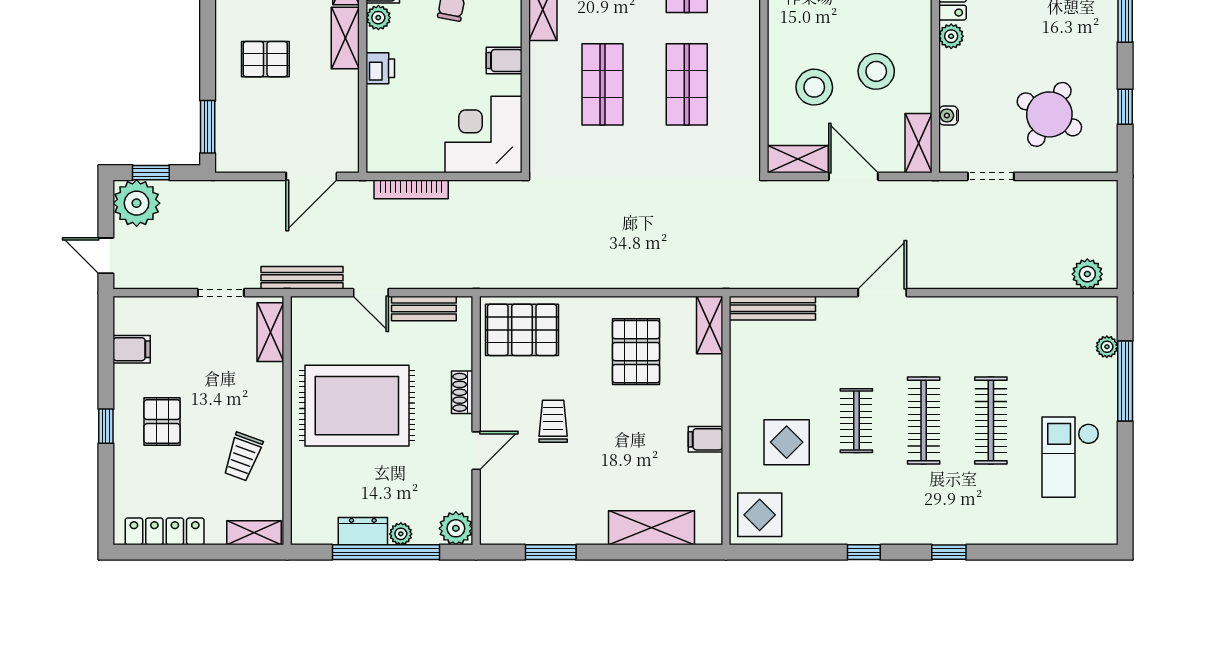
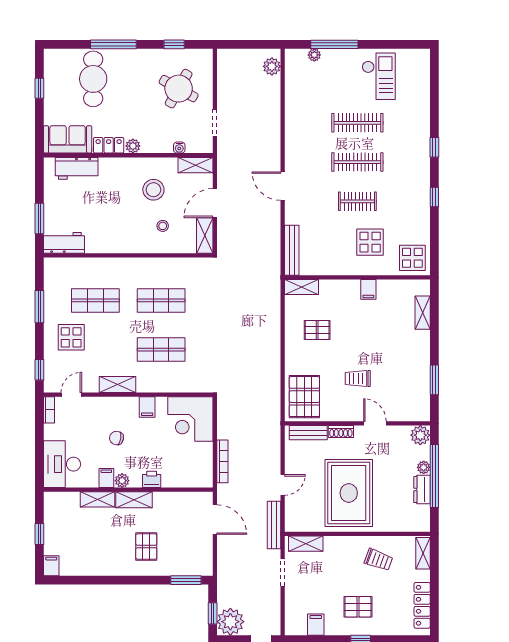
stool: (814, 87) -> (163, 226), width x0.53, depth x0.53
bench: (424, 308) -> (308, 433), moved, turned 90
pallet: (636, 352) -> (317, 330), width x0.67, depth x0.71
checkout: (1070, 457) -> (379, 76), turned -90
shelving: (652, 528) -> (423, 313), width x0.67, depth x0.75

